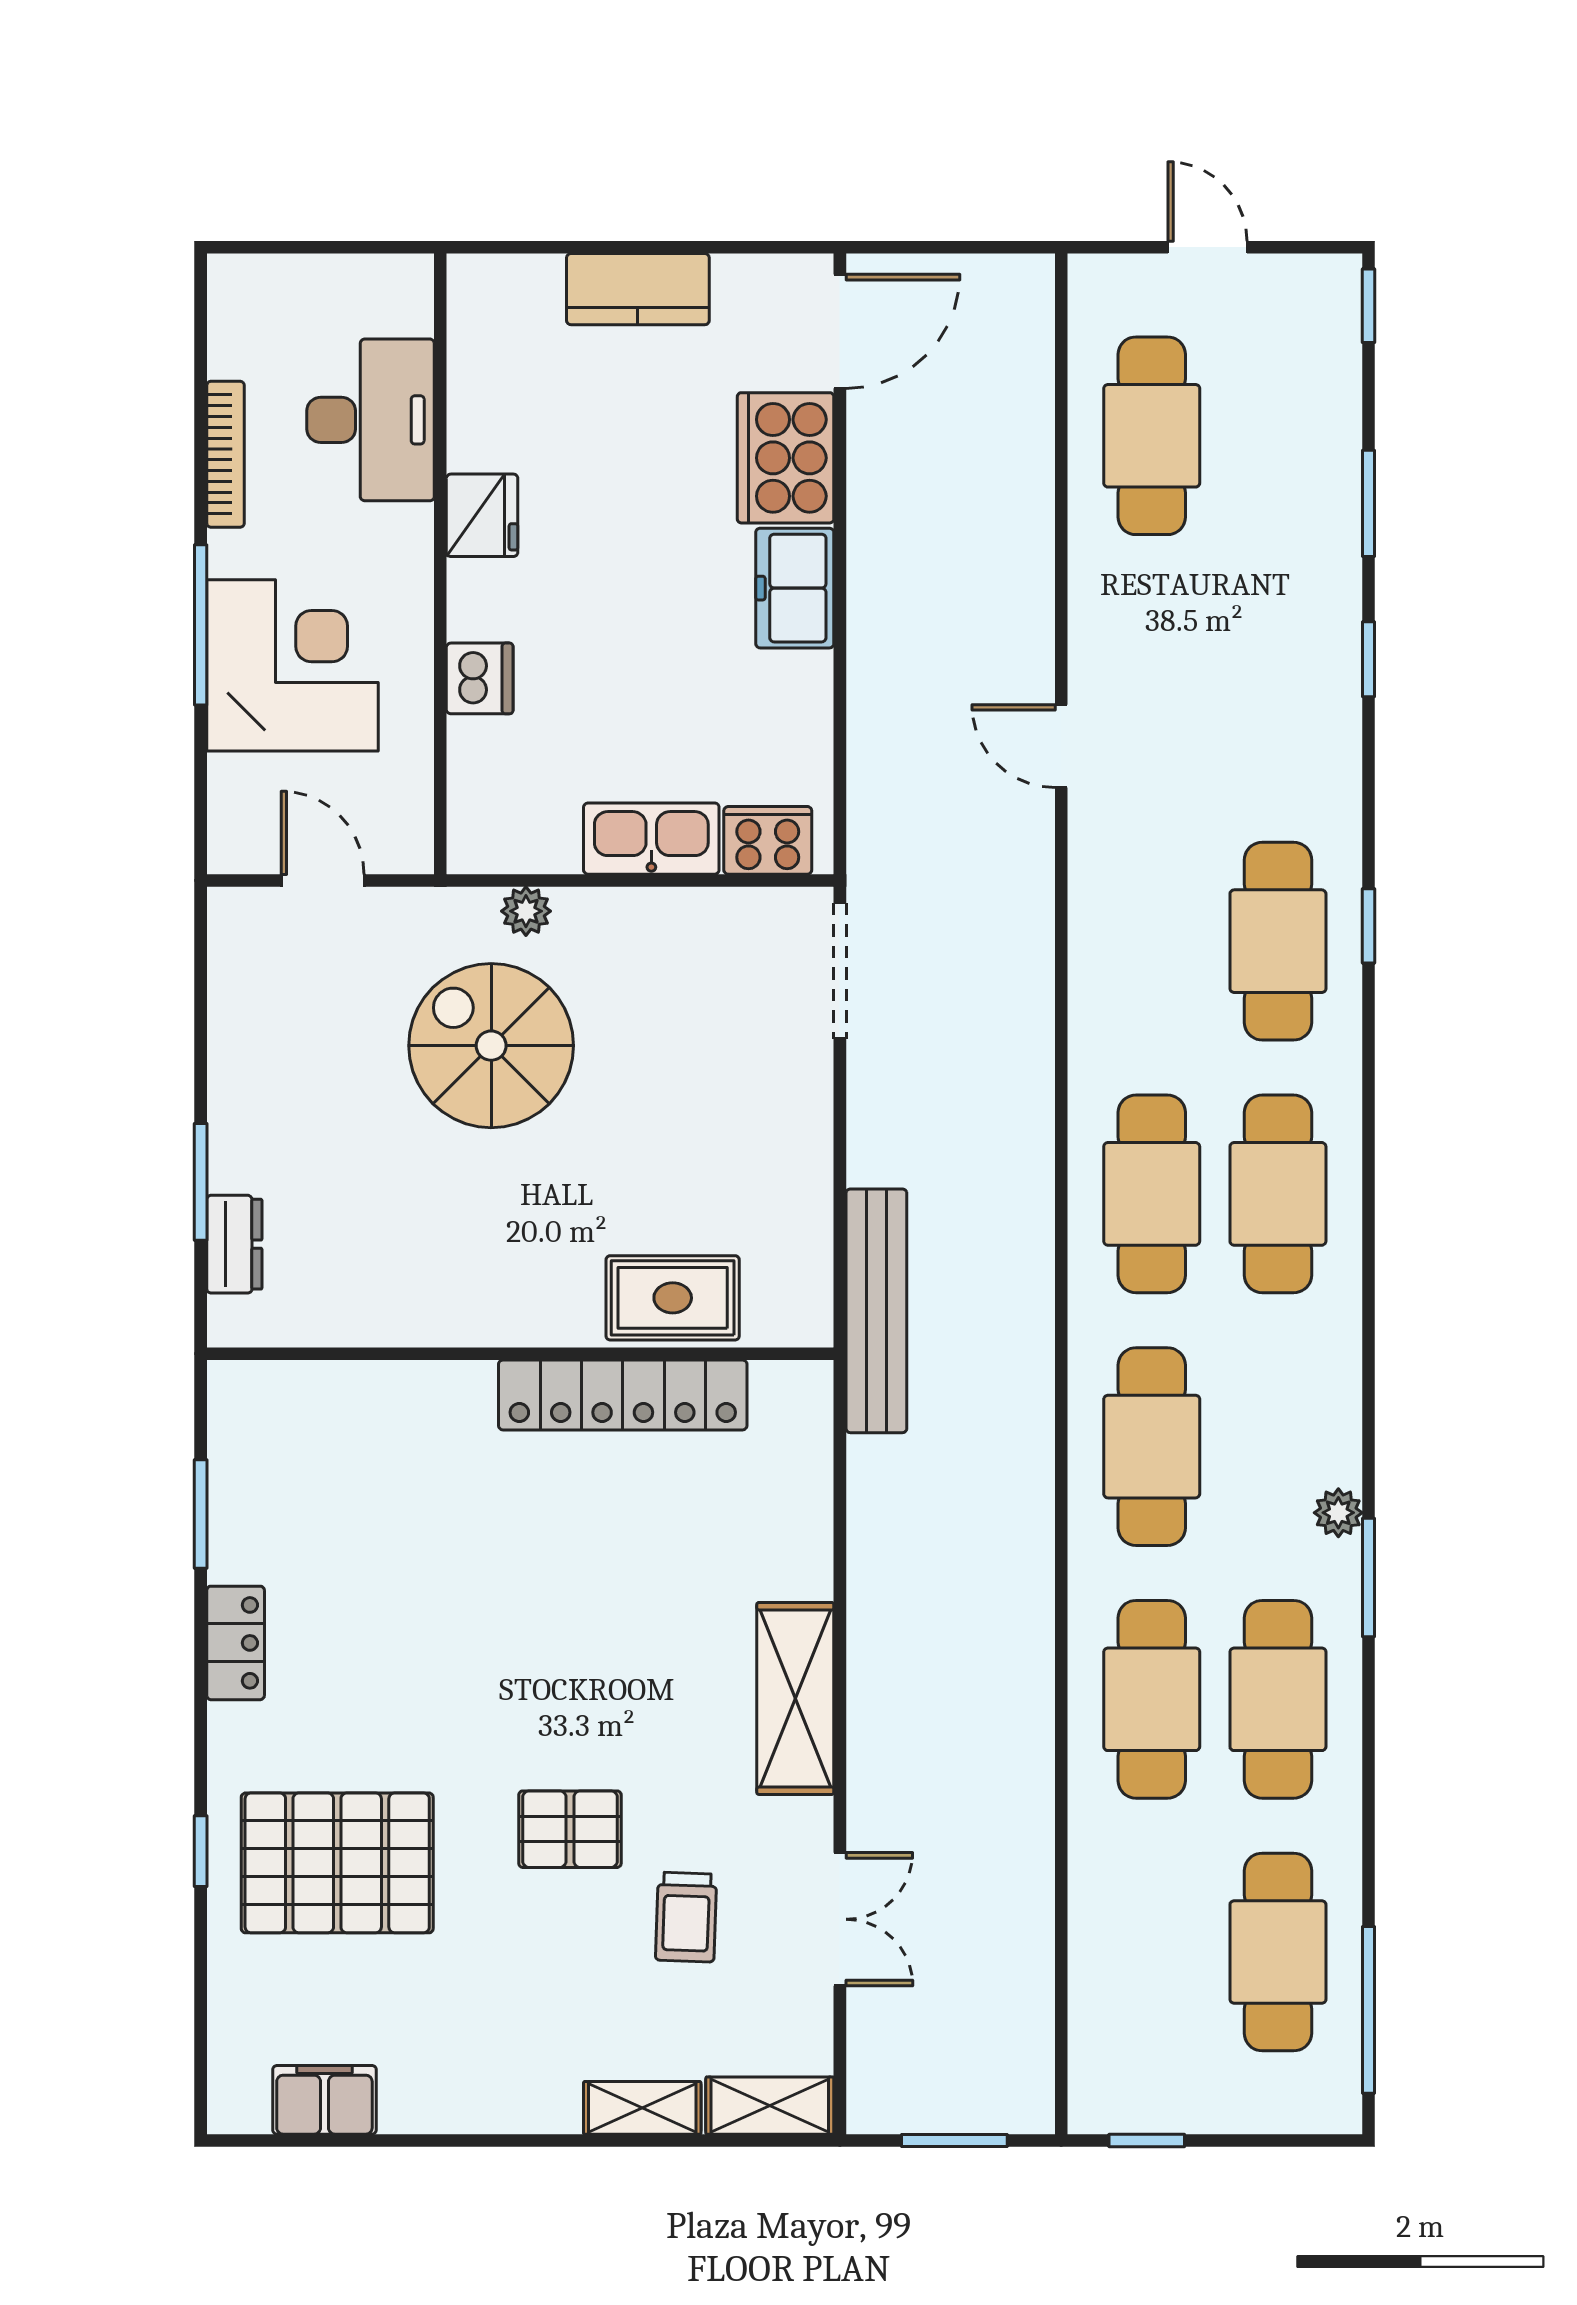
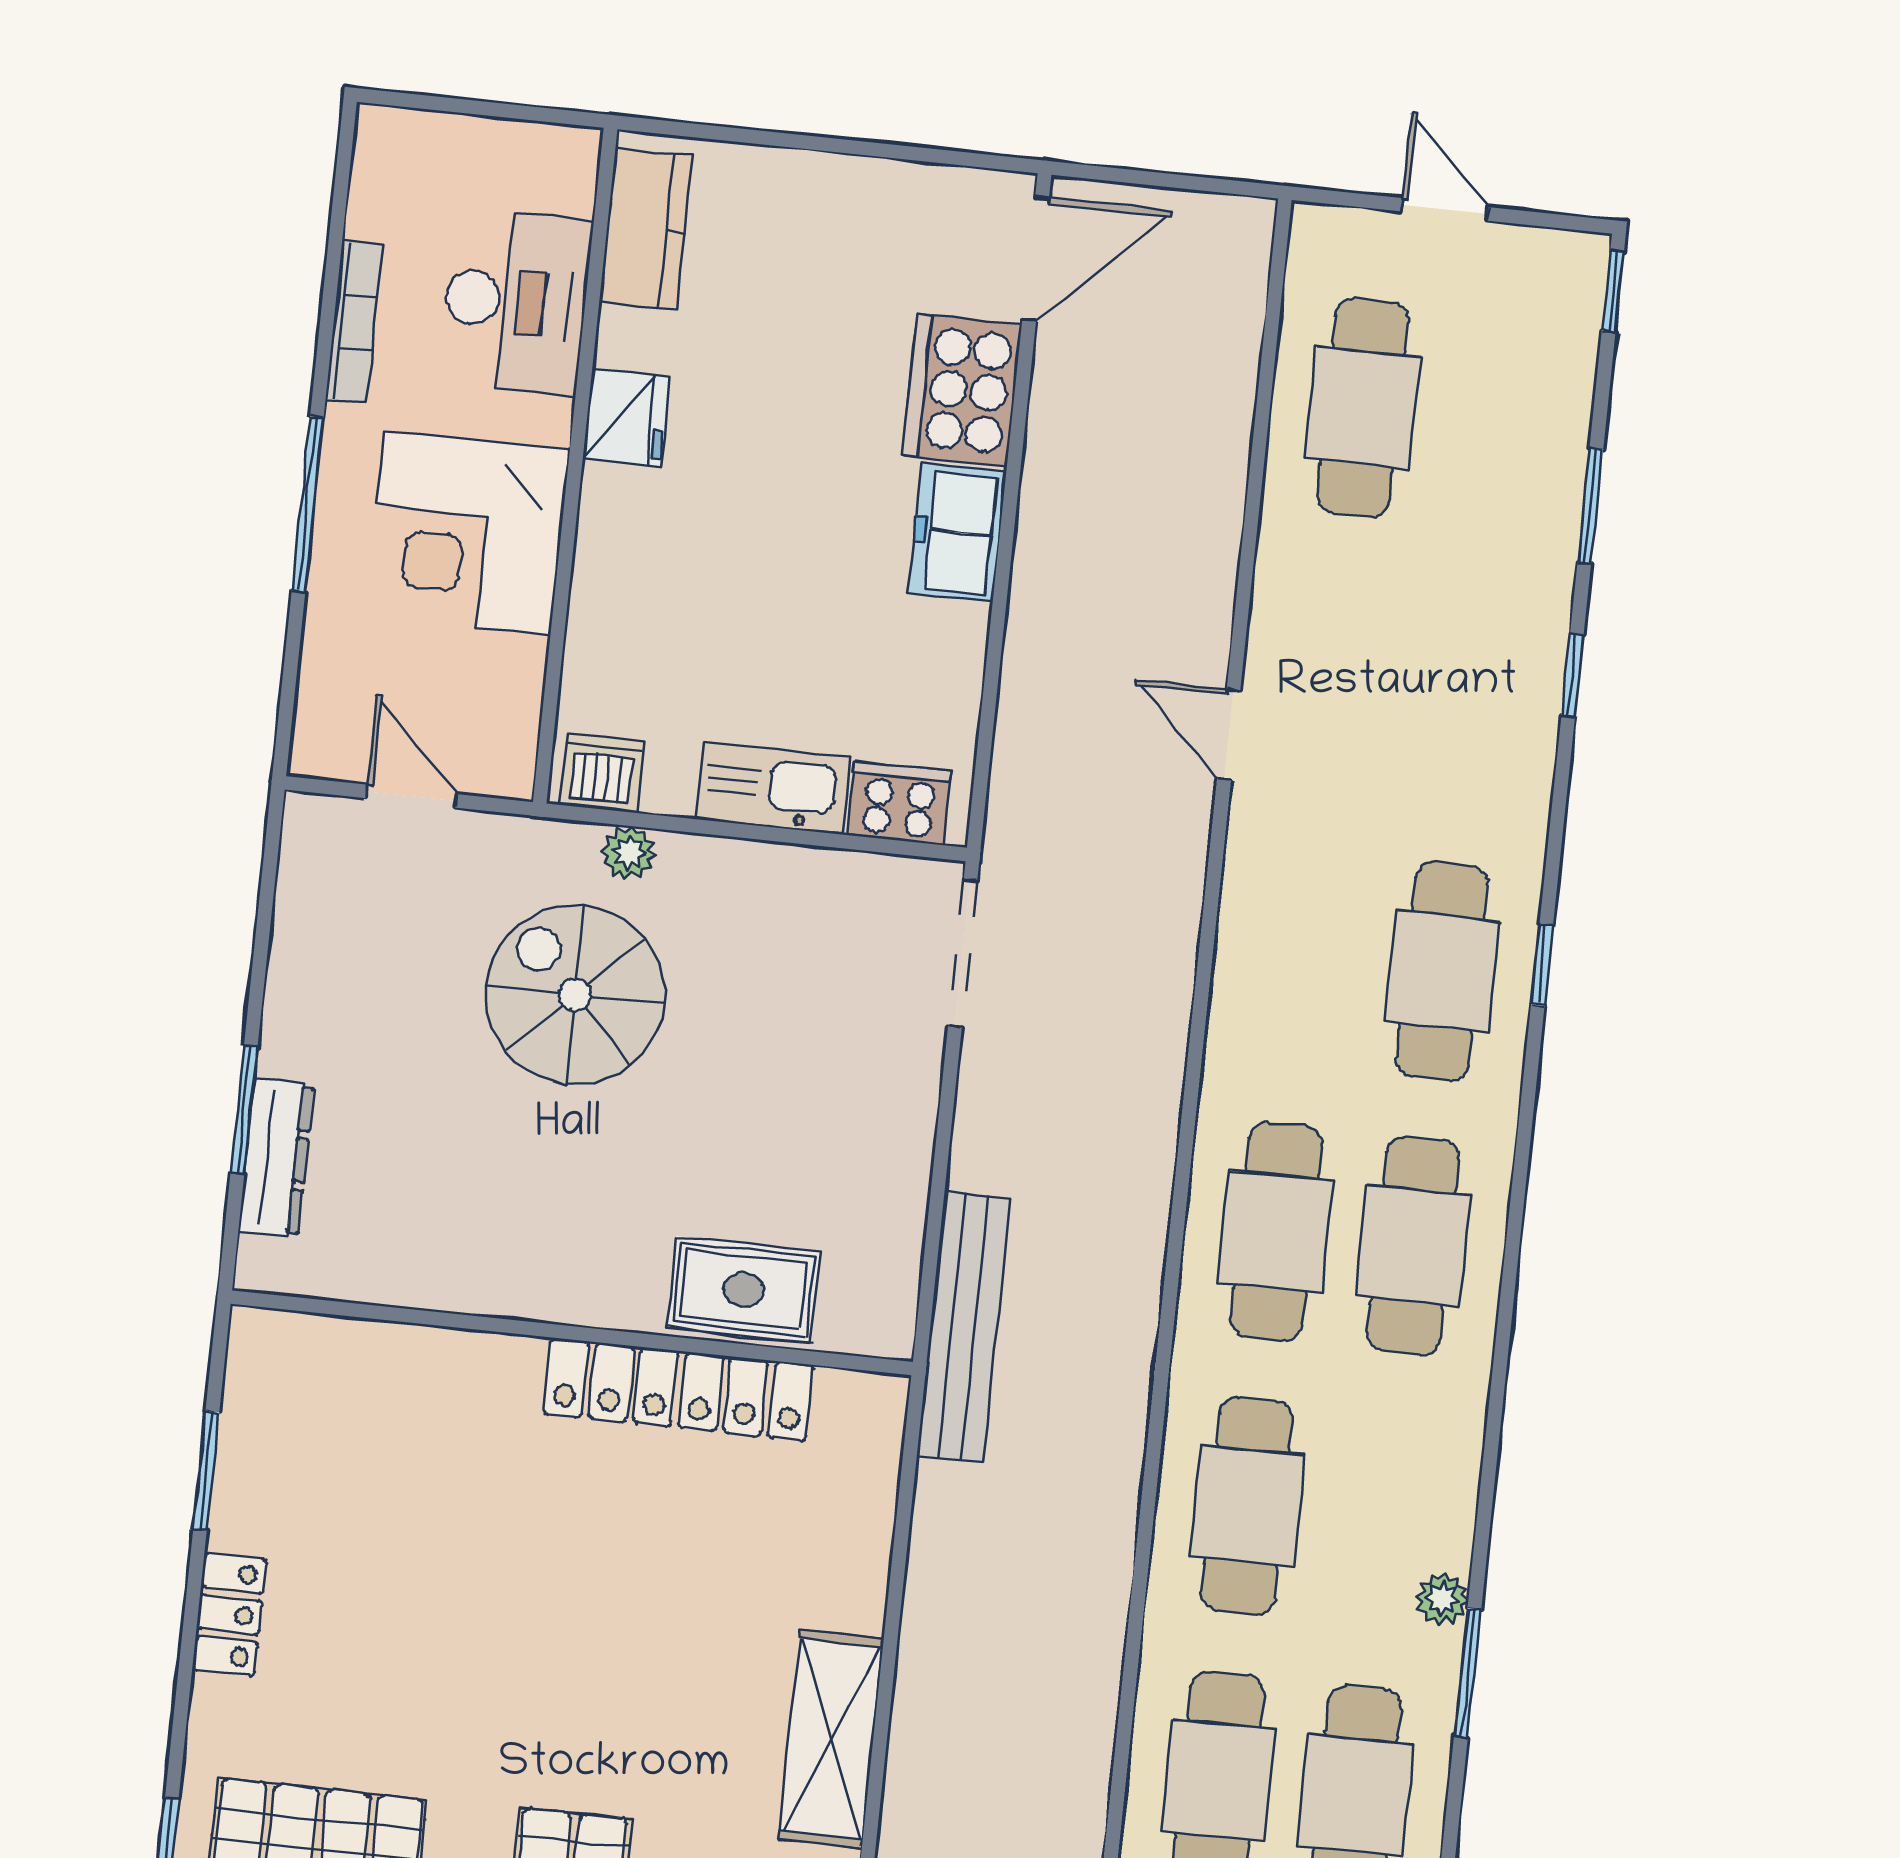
kitchen counter: (638, 289) -> (646, 229), moved, turned -90
corner desk: (292, 665) -> (467, 533), moved, turned 180
dishwasher: (480, 678) -> (602, 773), moved, turned -90
dresser: (234, 1244) -> (276, 1158), width x1.44

